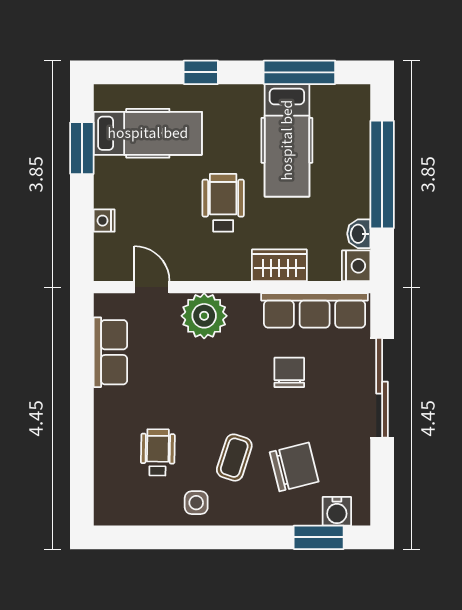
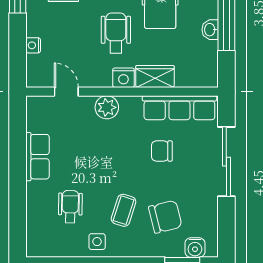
washbasin: (359, 234) -> (210, 30), moved
nightstand: (356, 266) -> (123, 78), moved, turned 90
plant: (204, 316) -> (107, 107), width x0.73, depth x0.73
row of seats: (110, 352) -> (37, 157), moved
chair: (289, 372) -> (162, 151), turned -90

